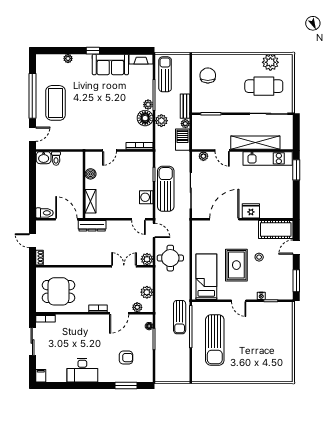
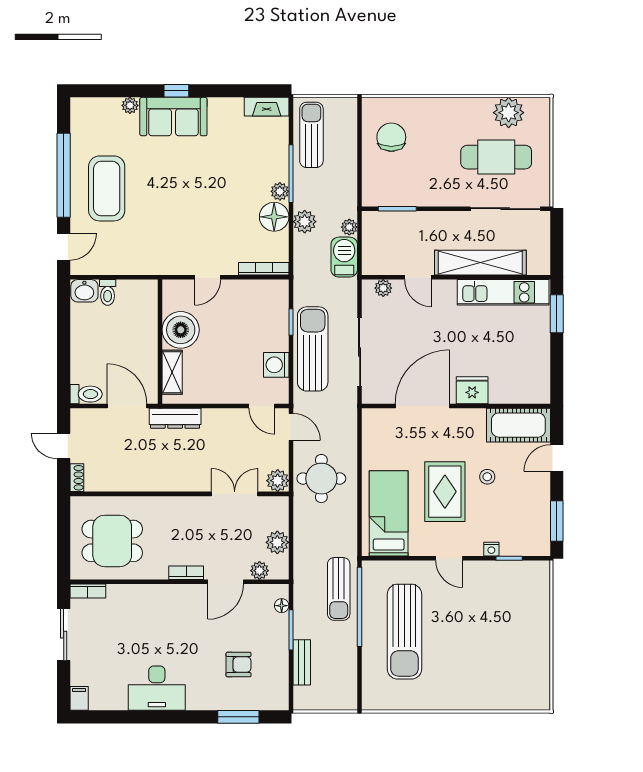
sofa: (110, 64) -> (173, 117), moved
bench: (185, 106) -> (302, 662), moved
boiler: (91, 174) -> (181, 330), width x1.86, depth x1.86

